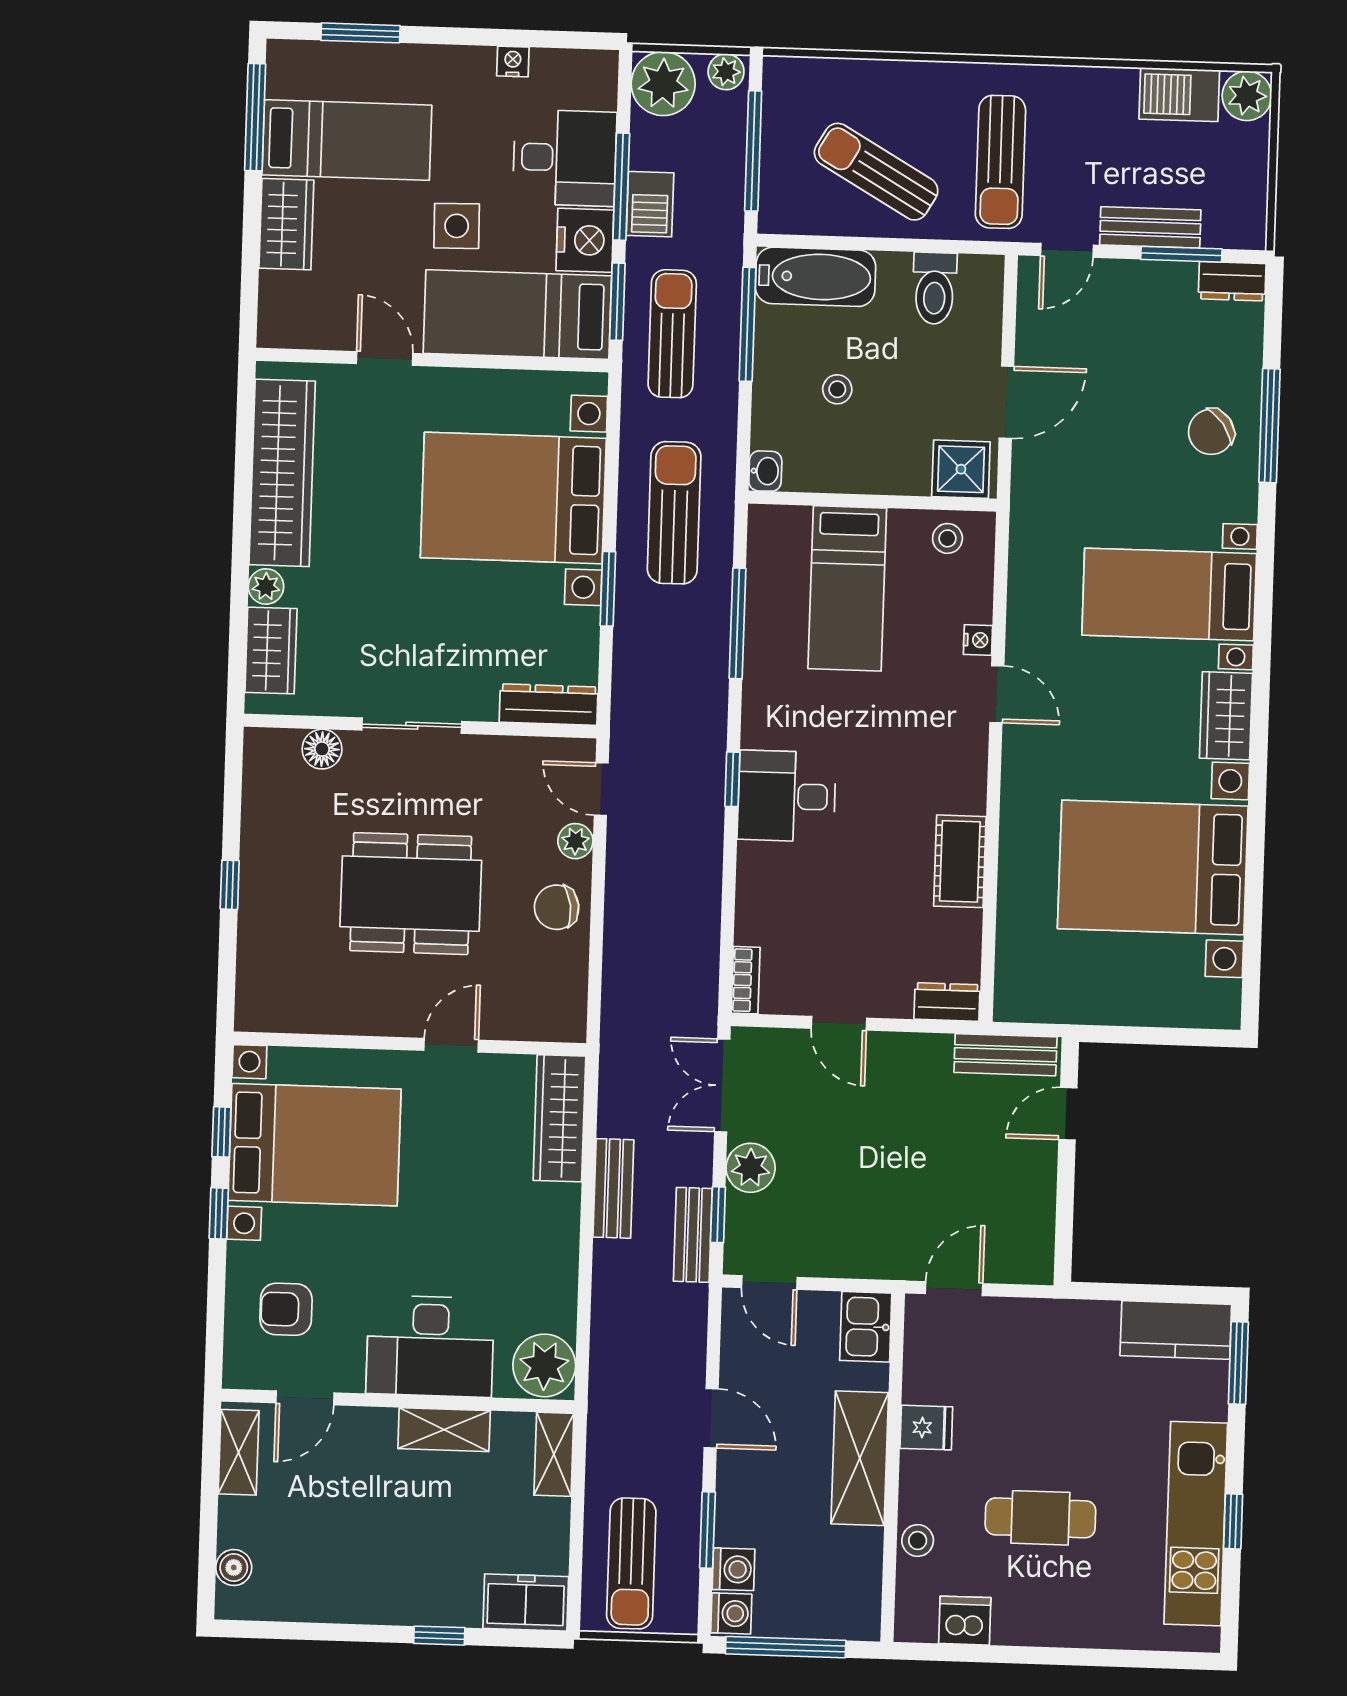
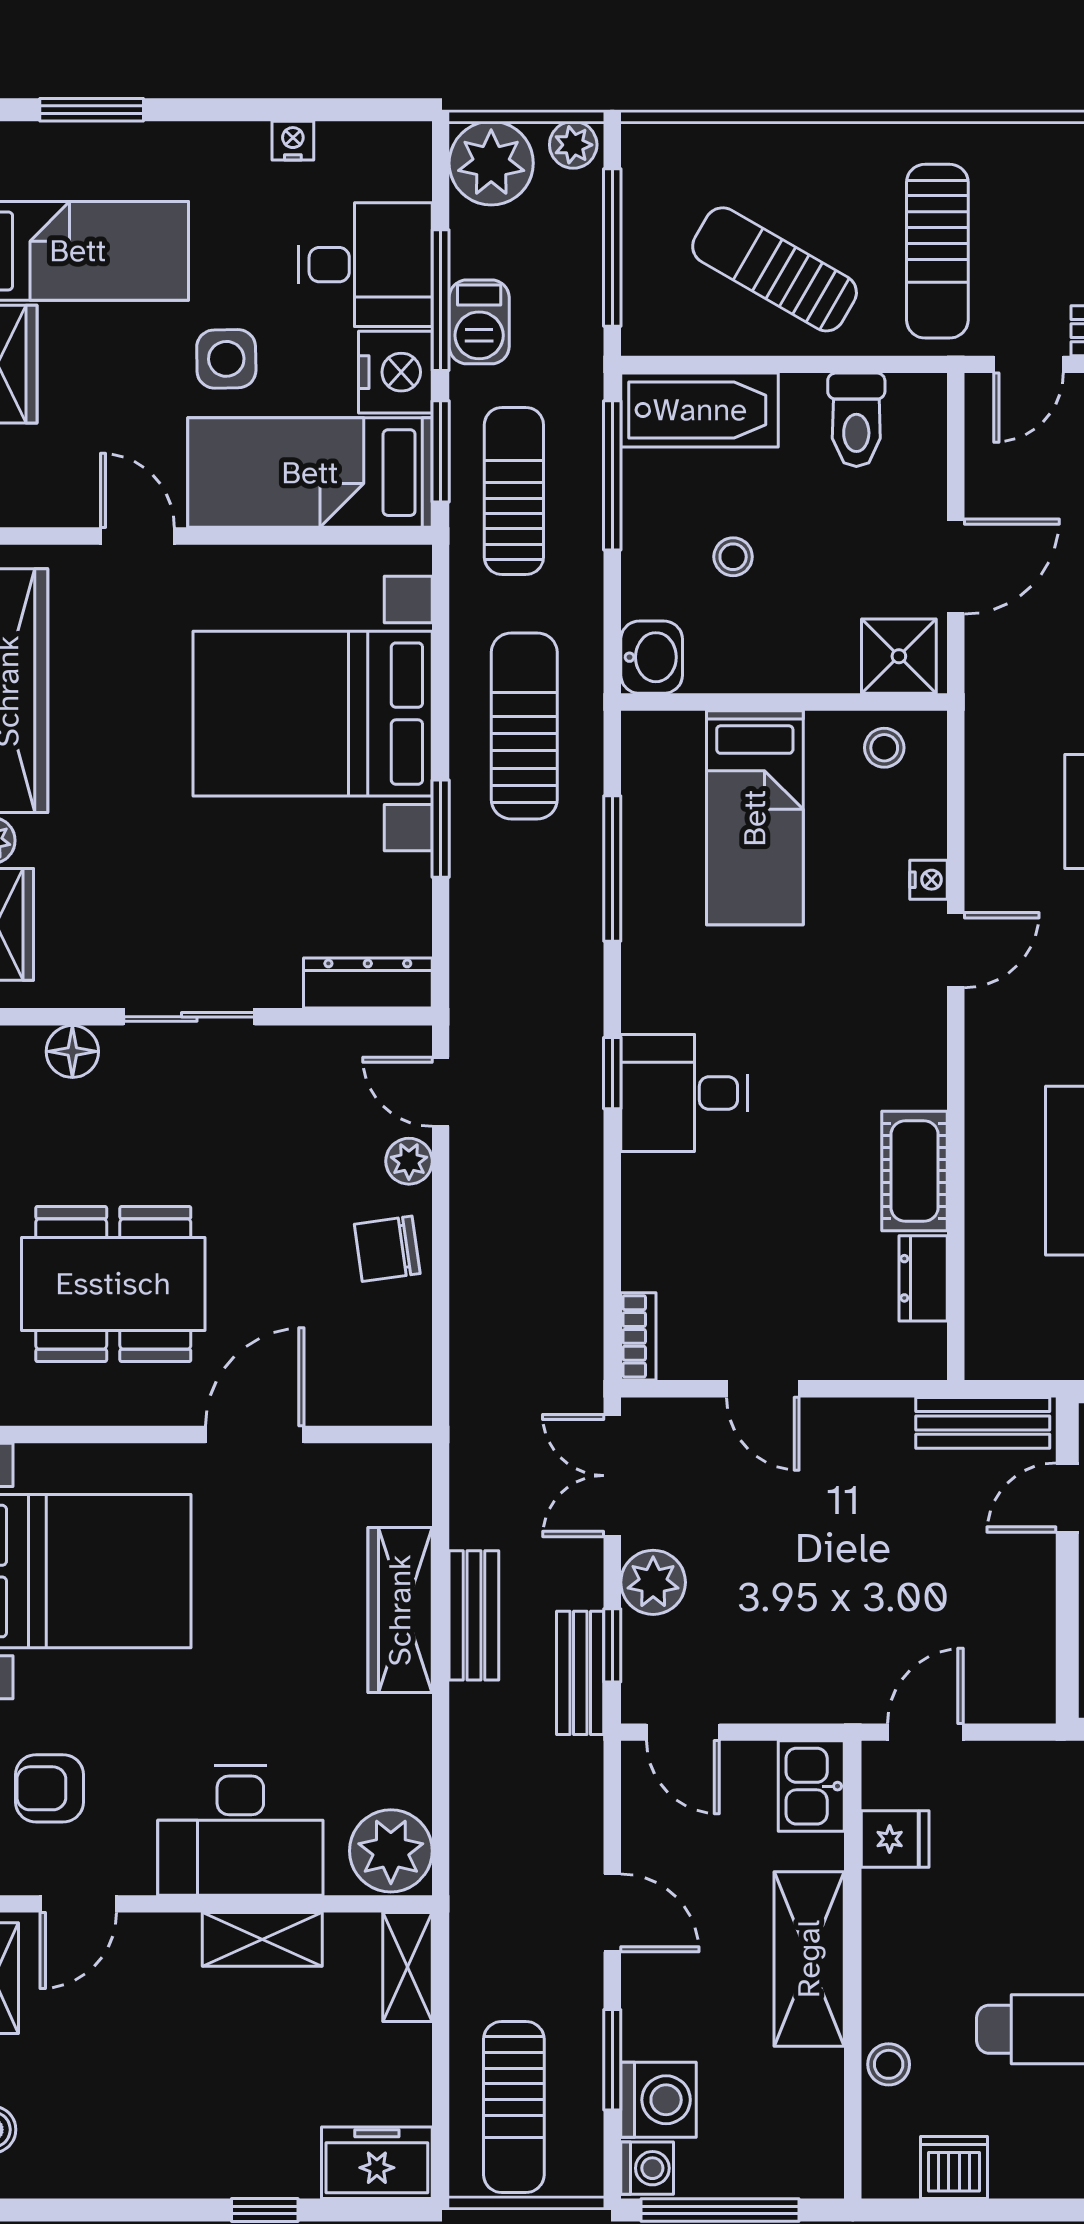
washbasin: (765, 471) -> (652, 657), width x1.38, depth x1.45
door: (997, 694) -> (956, 950), hinge flipped
dining table: (411, 894) -> (113, 1284), moved
dresser: (947, 1002) -> (923, 1278), moved, turned -90
door: (451, 1045) -> (255, 1435), width x1.38
wardrobe: (559, 1118) -> (400, 1610), moved
fridge: (926, 1428) -> (895, 1839), moved
washing machine: (734, 1569) -> (659, 2100), width x1.38, depth x1.38

